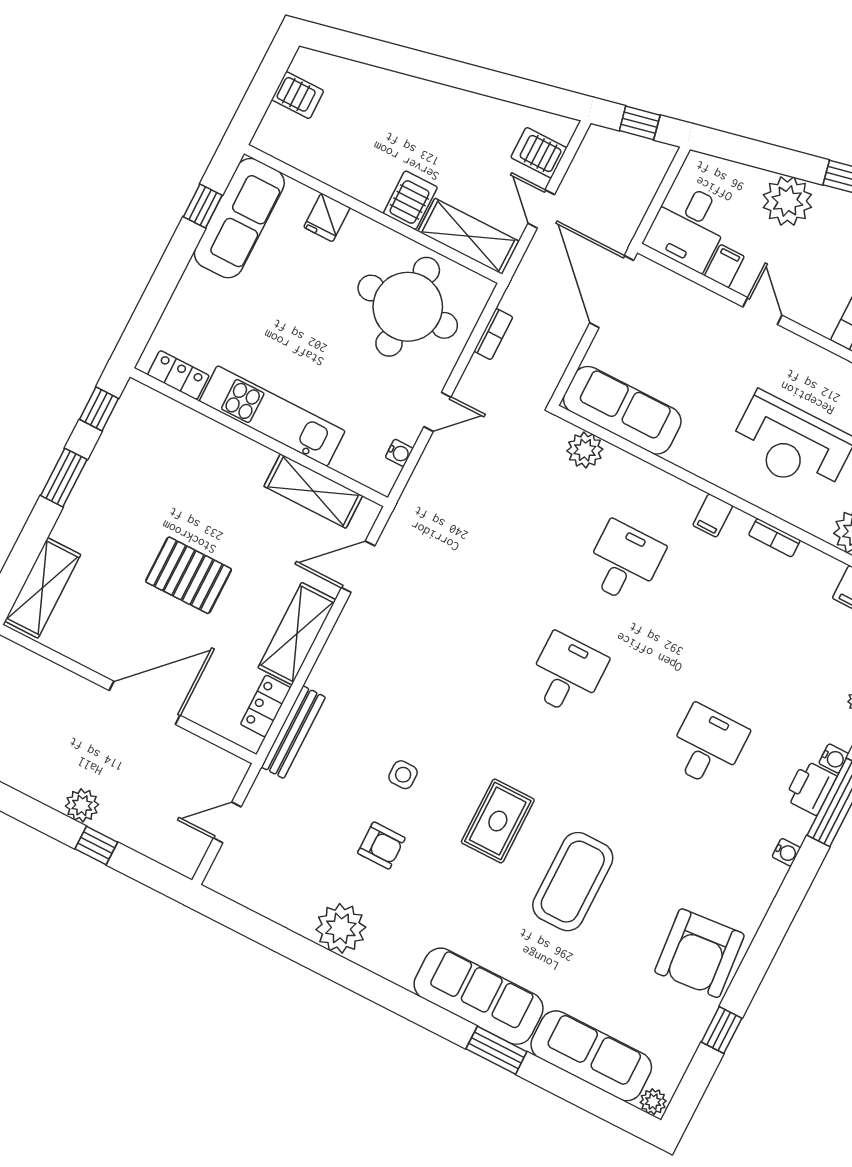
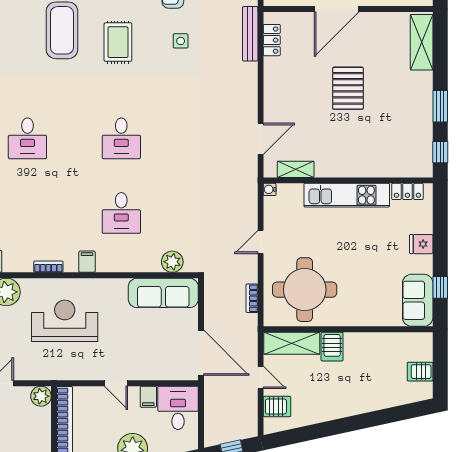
fridge: (327, 217) -> (421, 244), moved, turned -90
sofa: (239, 218) -> (418, 300), width x0.73
water cooler: (399, 453) -> (270, 189), moved
shelving: (313, 491) -> (296, 169), width x0.67, depth x0.75
pallet: (188, 575) -> (348, 88), turned 90
shelving: (297, 634) -> (275, 87), removed

